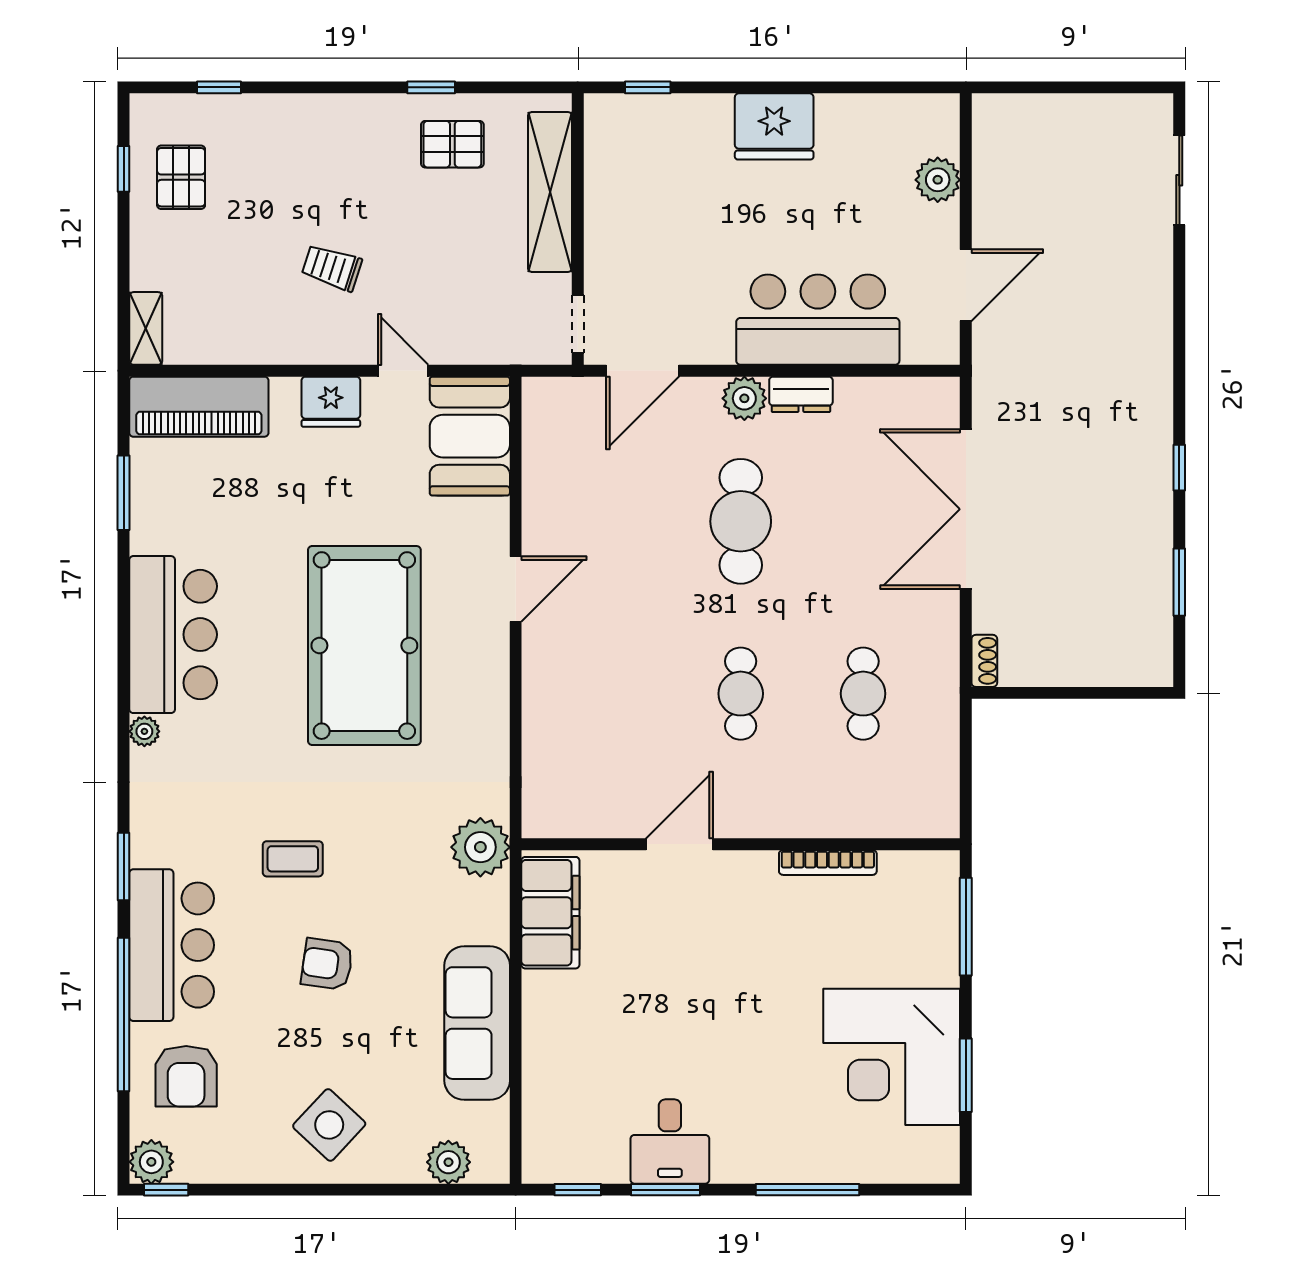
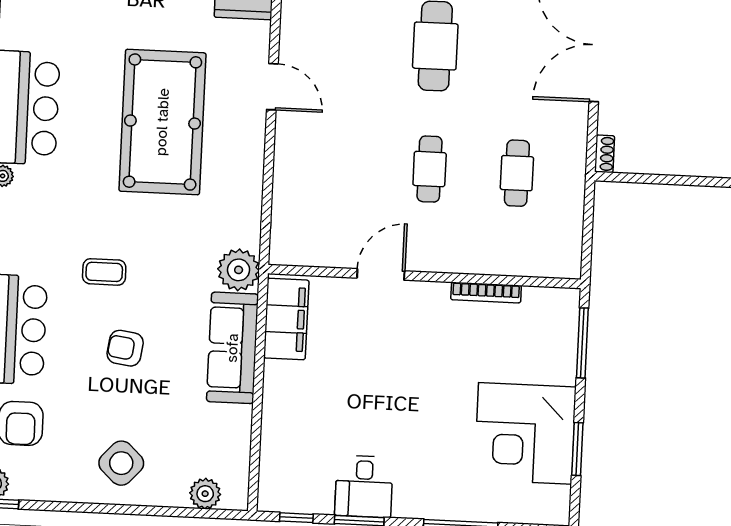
door: (516, 589) -> (272, 87), hinge flipped
sofa: (477, 1023) -> (232, 348), moved

